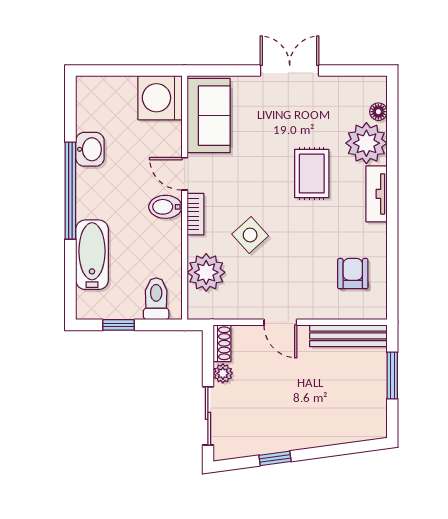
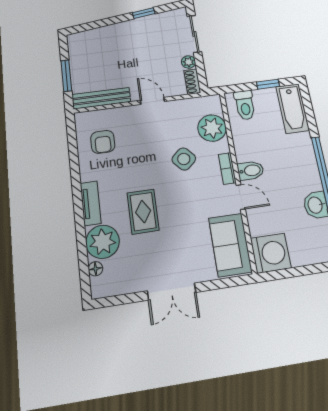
bathtub: (92, 255) -> (293, 108), moved

